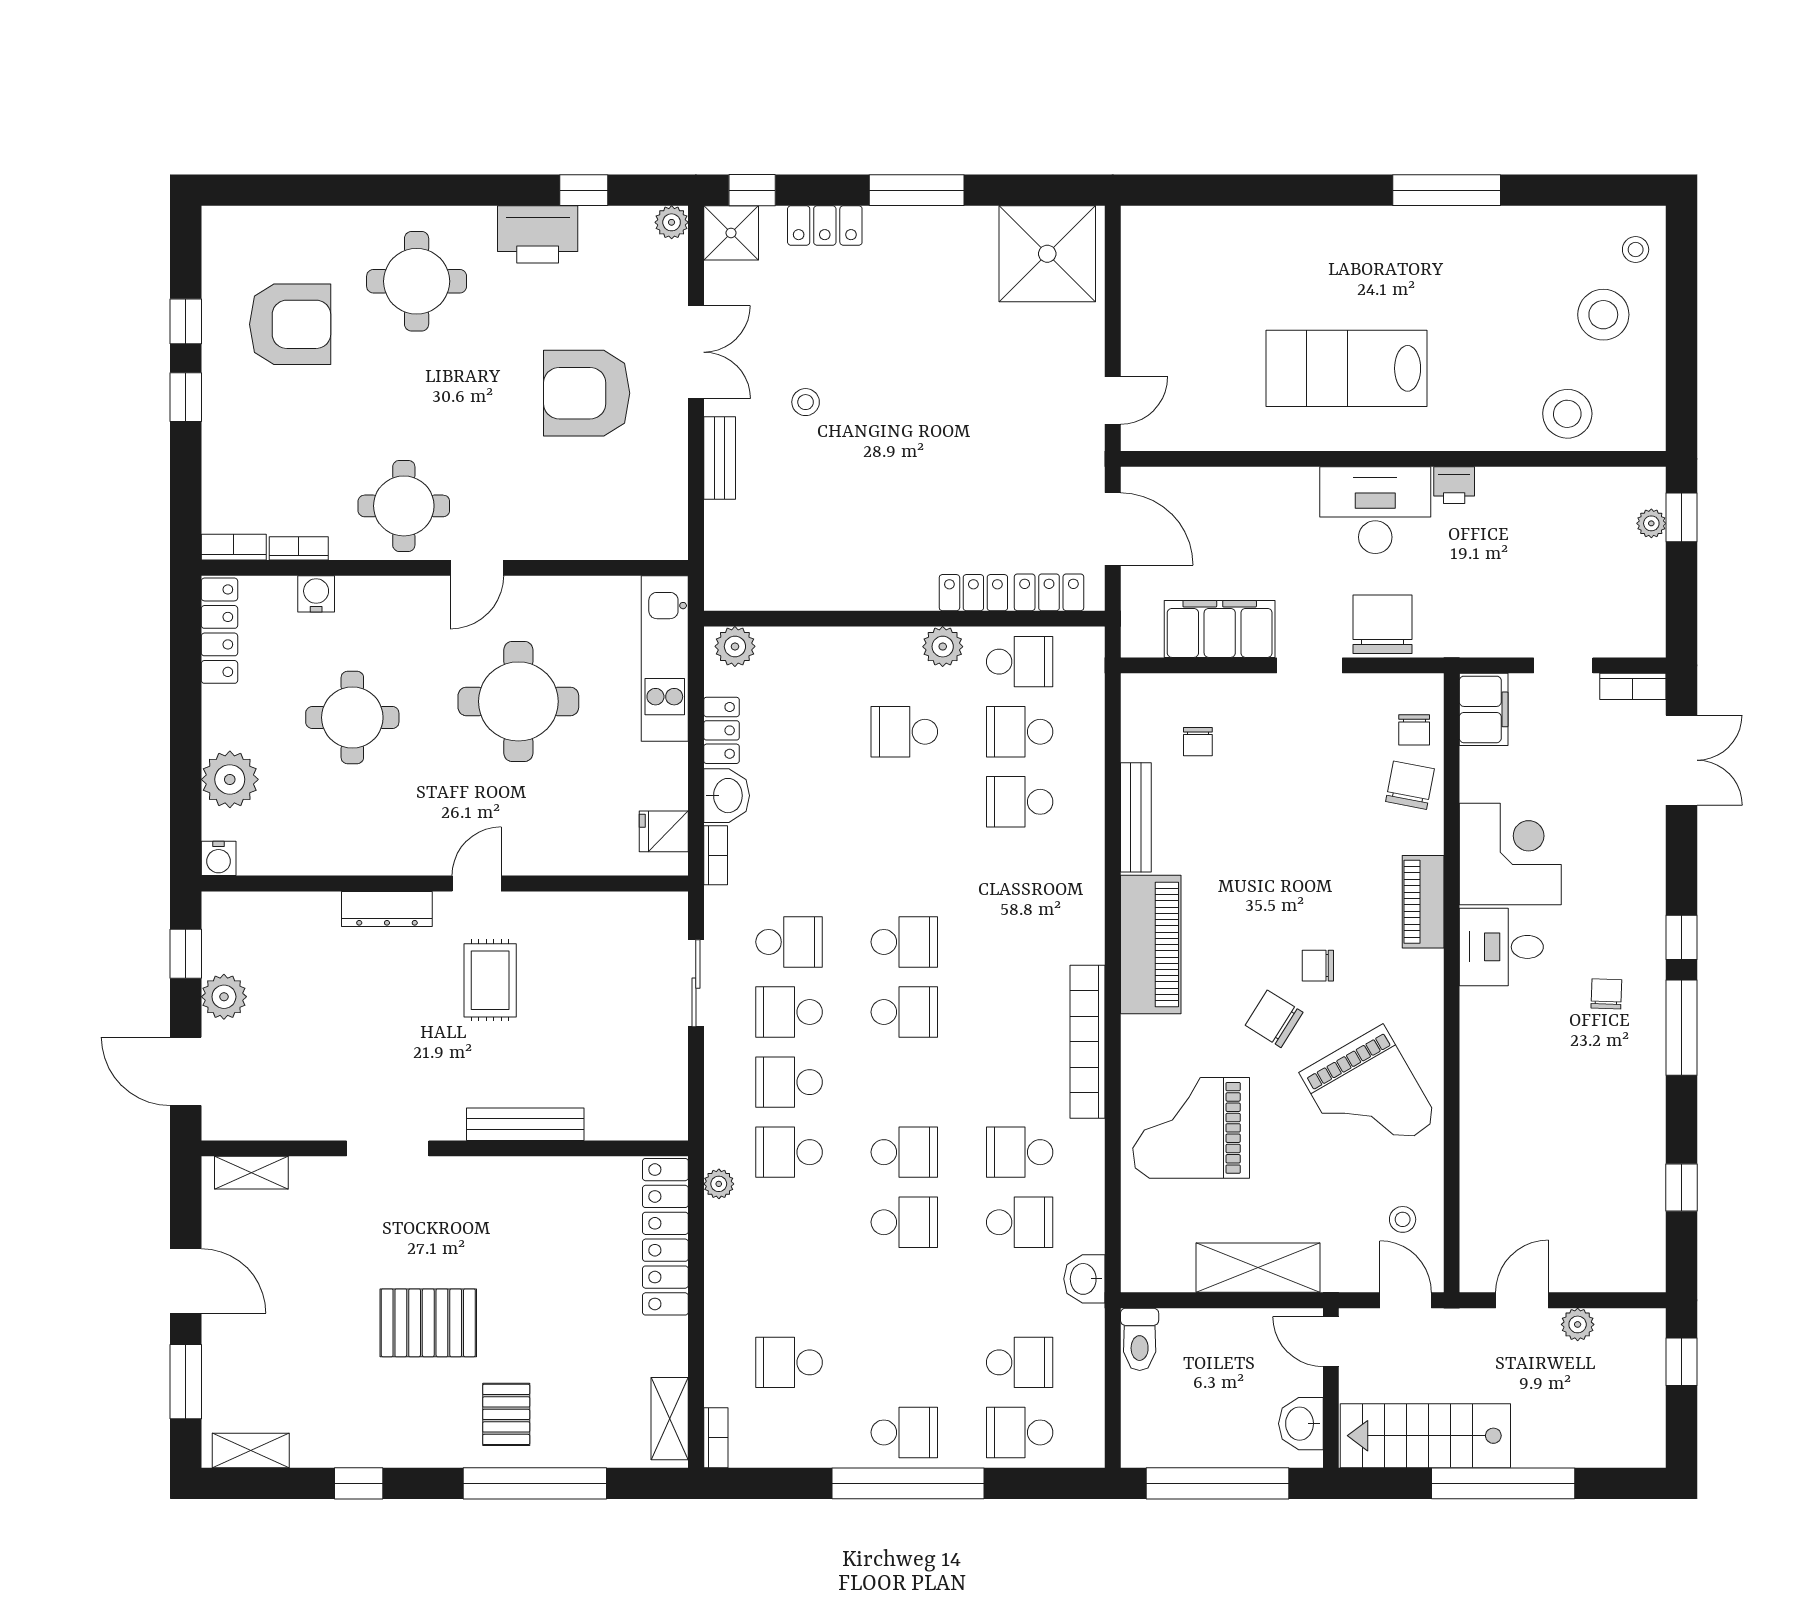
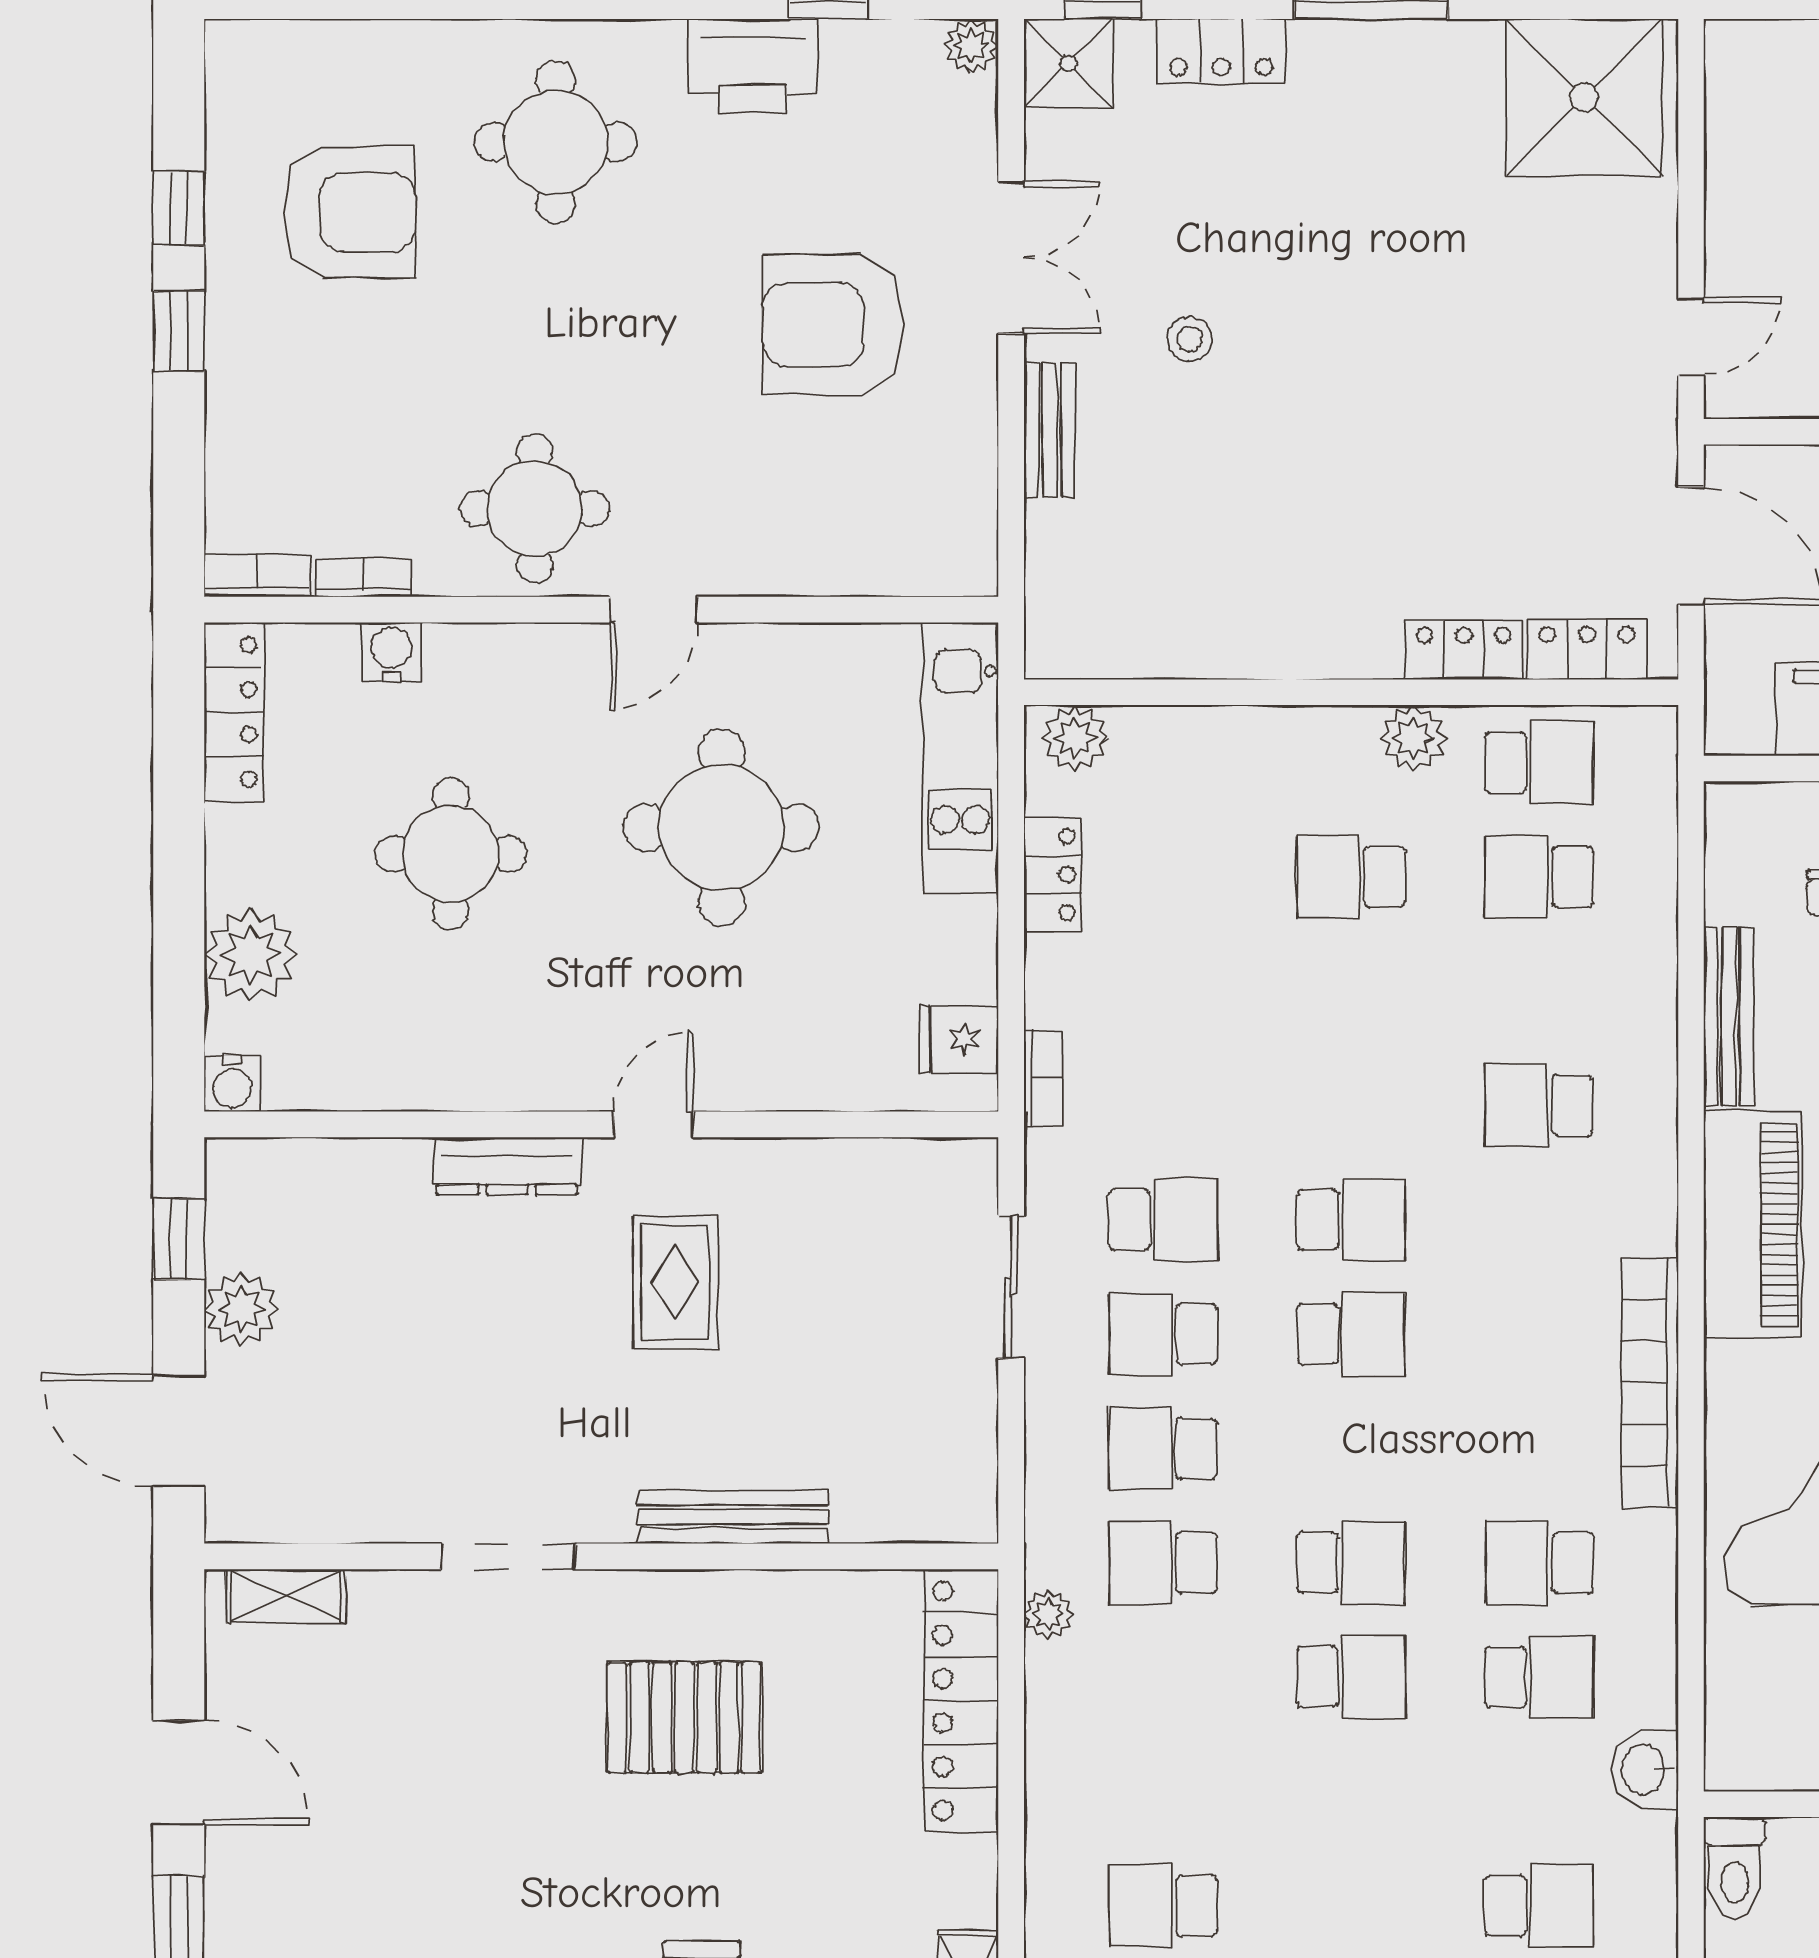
washbasin: (727, 796) -> (1061, 981), removed
school desk: (1020, 802) -> (1539, 1105), moved
pallet: (428, 1323) -> (684, 1718), moved

